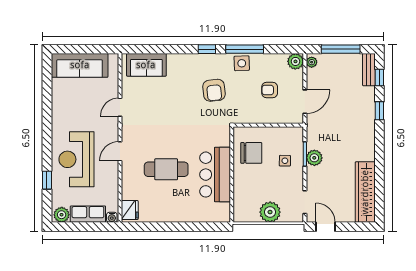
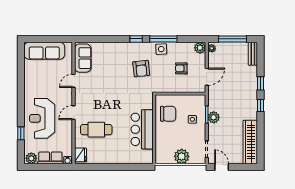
sofa: (146, 65) -> (83, 58), moved, turned -90
window: (379, 78) -> (260, 106), moved
cafe table: (166, 169) -> (96, 130), moved

